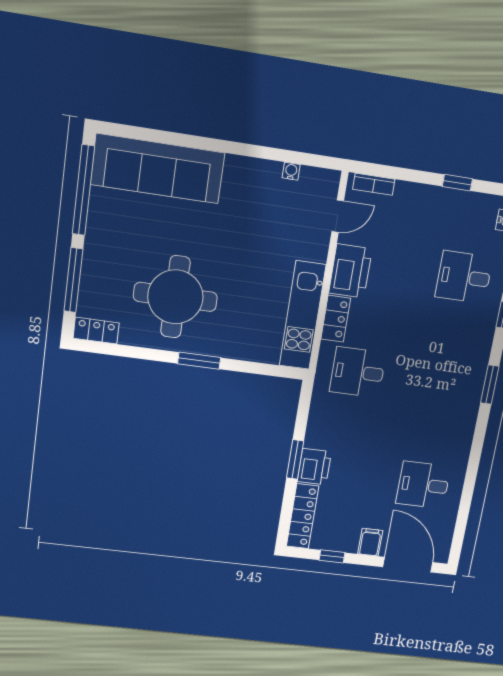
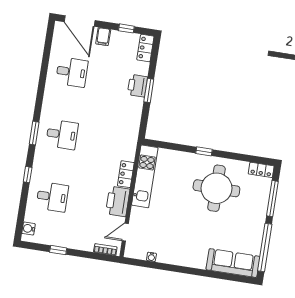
sofa: (158, 169) -> (233, 263), width x0.74, depth x0.79
window: (199, 361) -> (204, 151), width x0.67
desk: (358, 372) -> (62, 134), moved
locker: (303, 516) -> (145, 48), width x0.66

